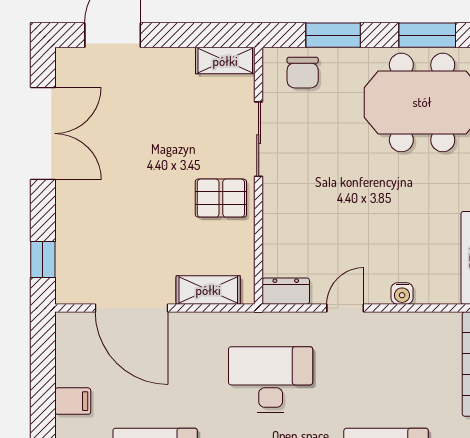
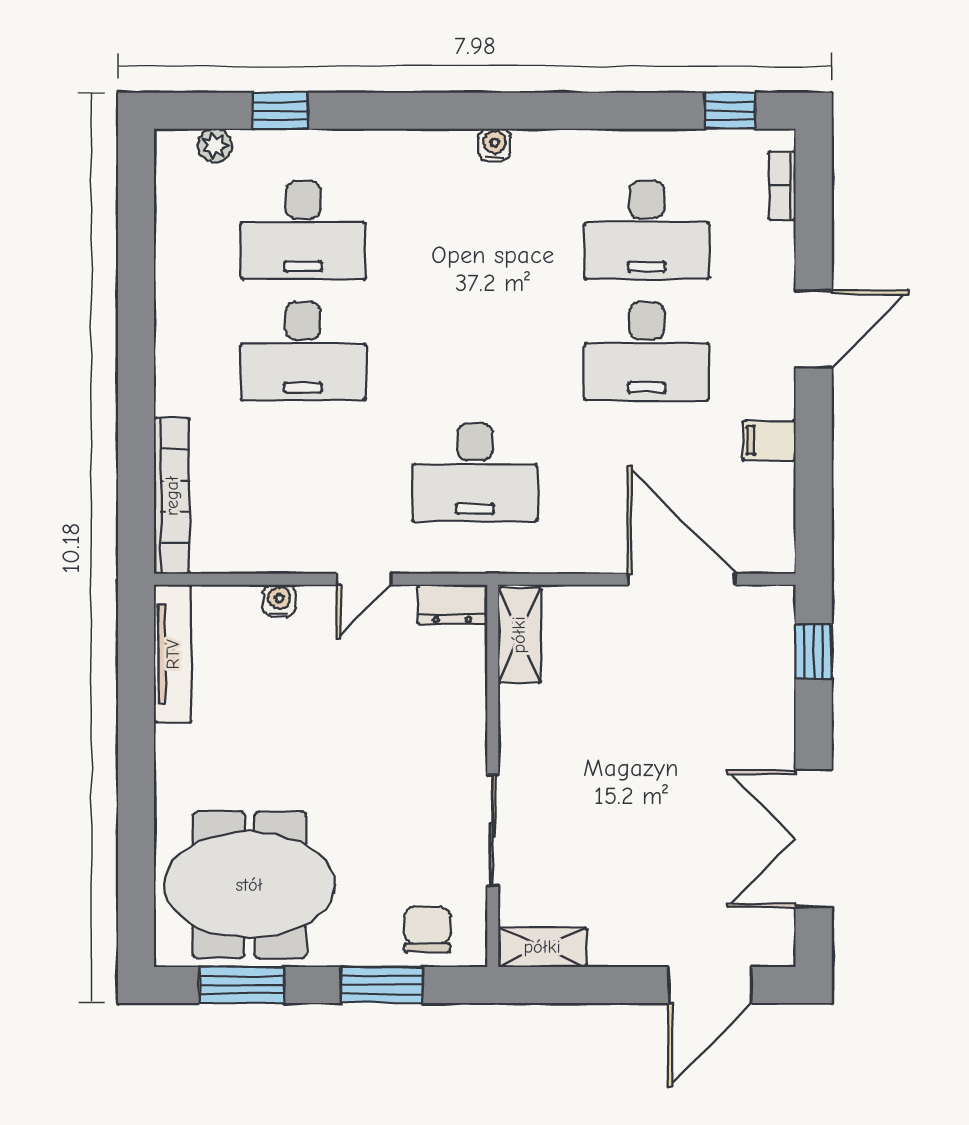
pallet: (221, 198) -> (549, 743), removed
shelving: (208, 290) -> (519, 635), moved, turned 90

